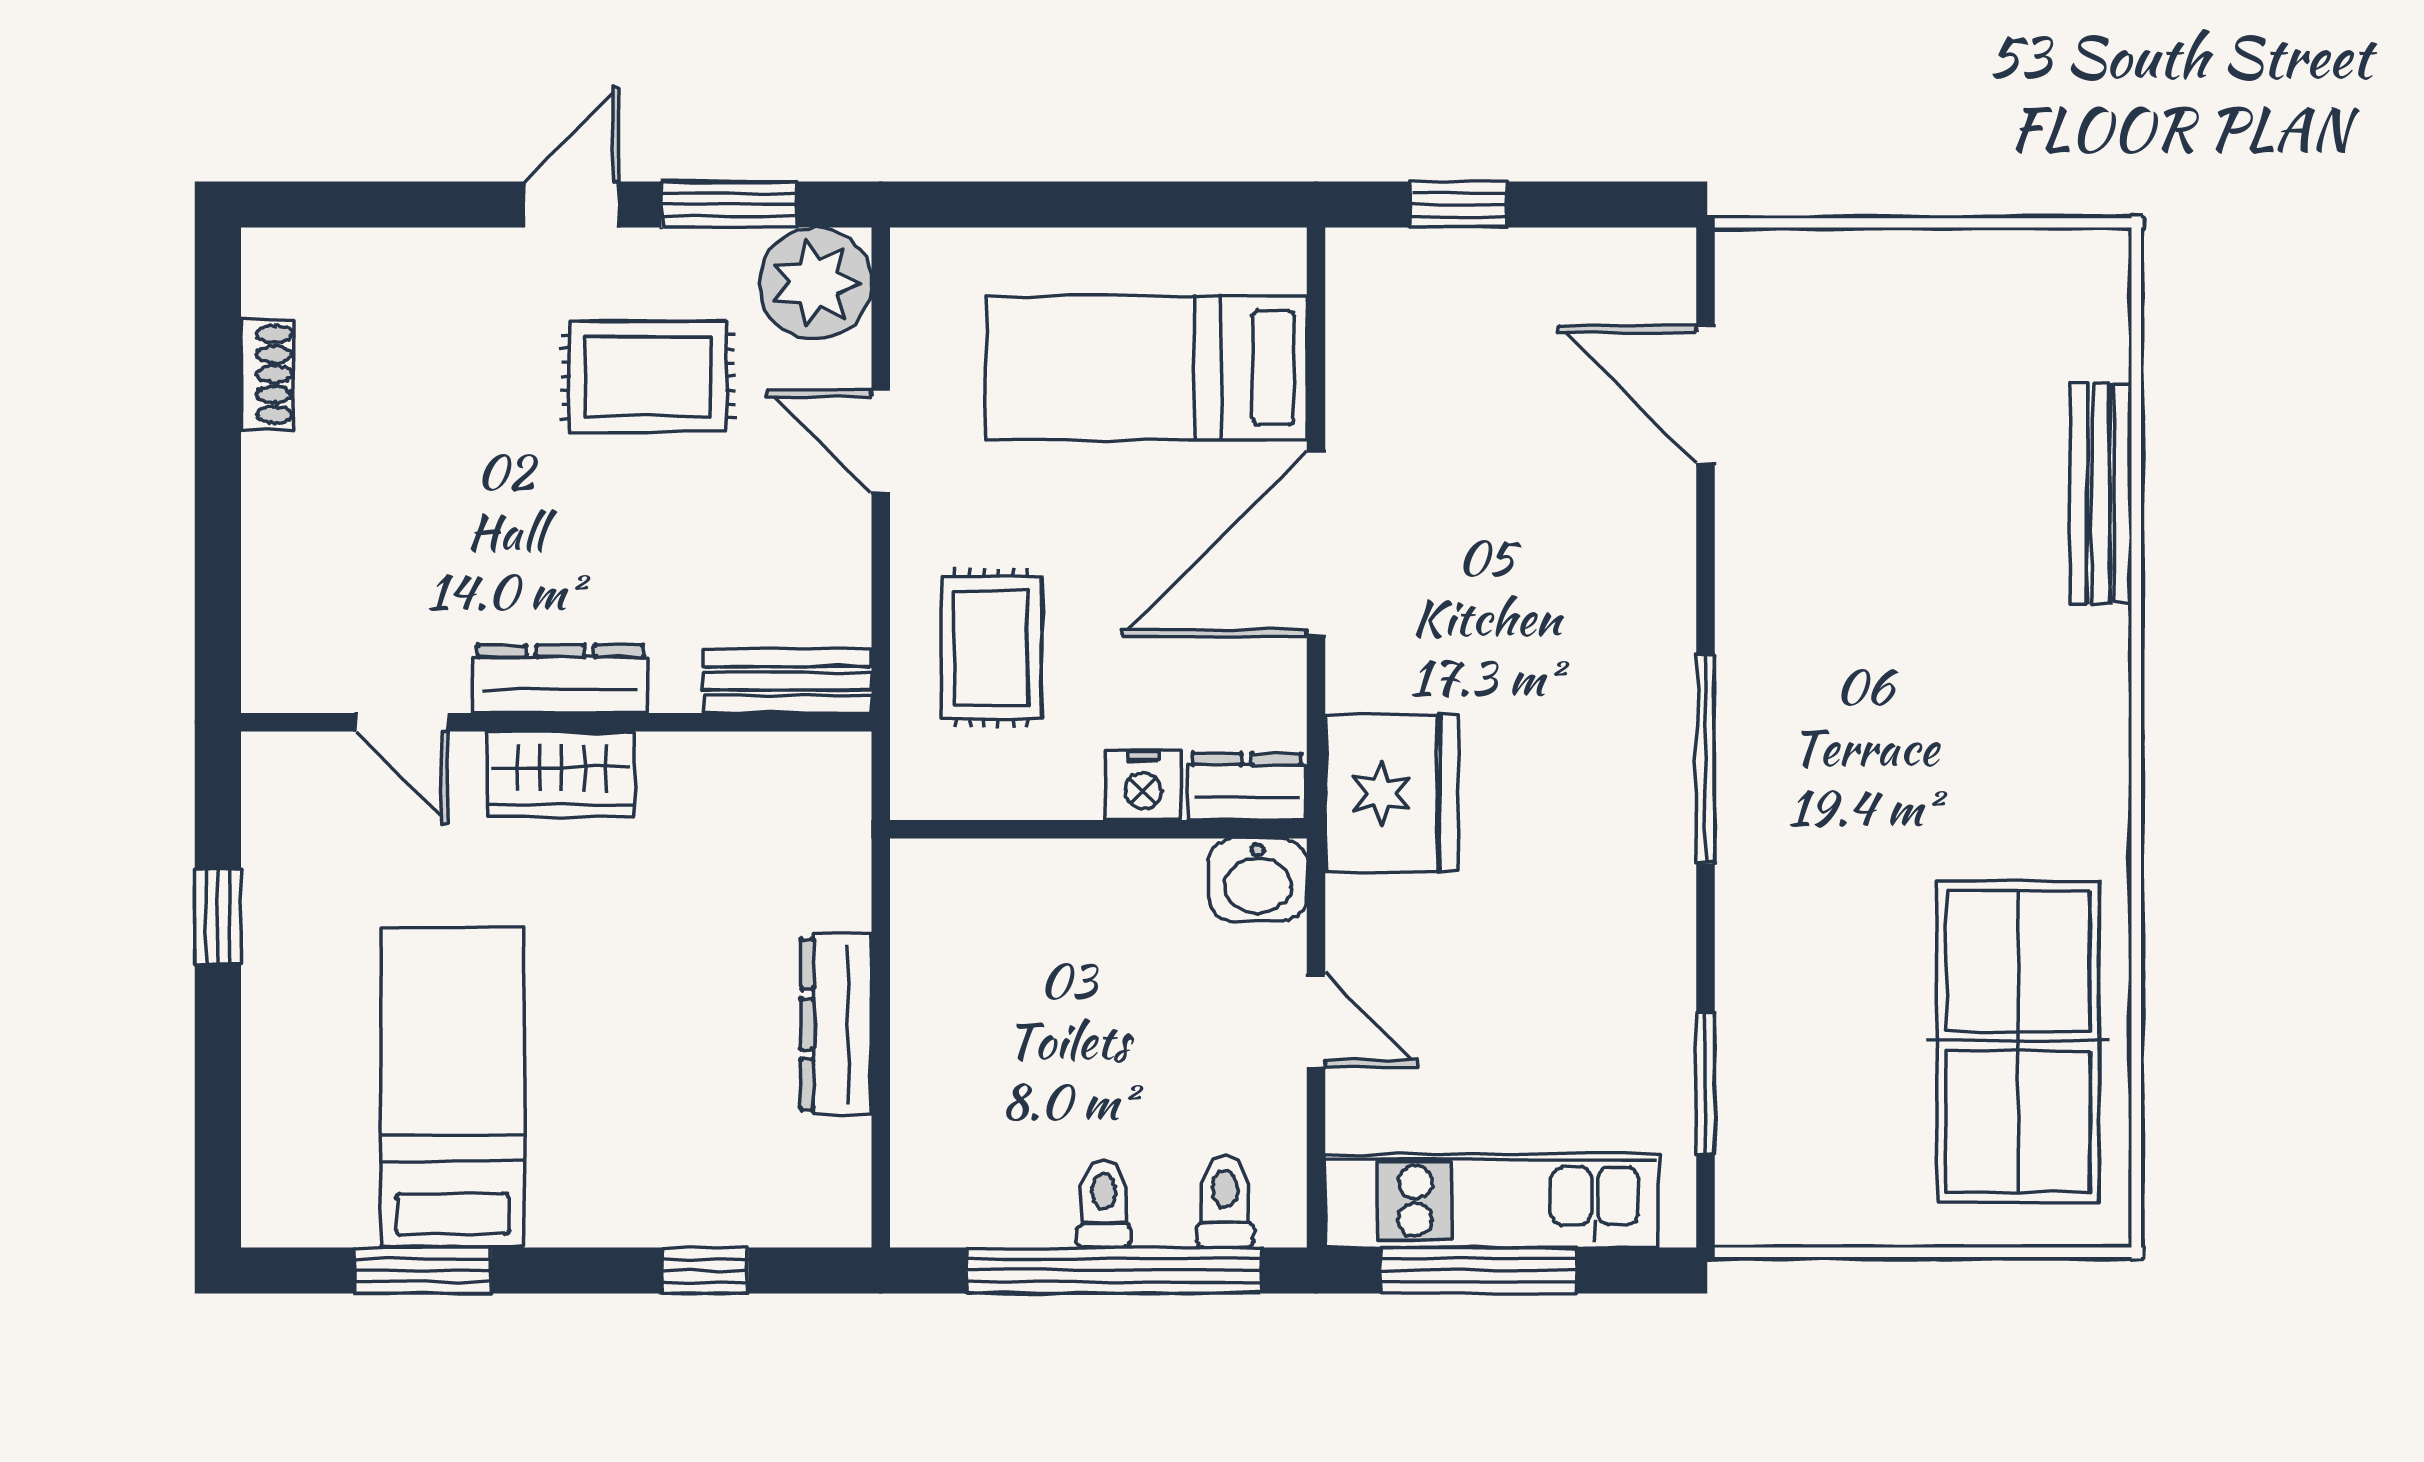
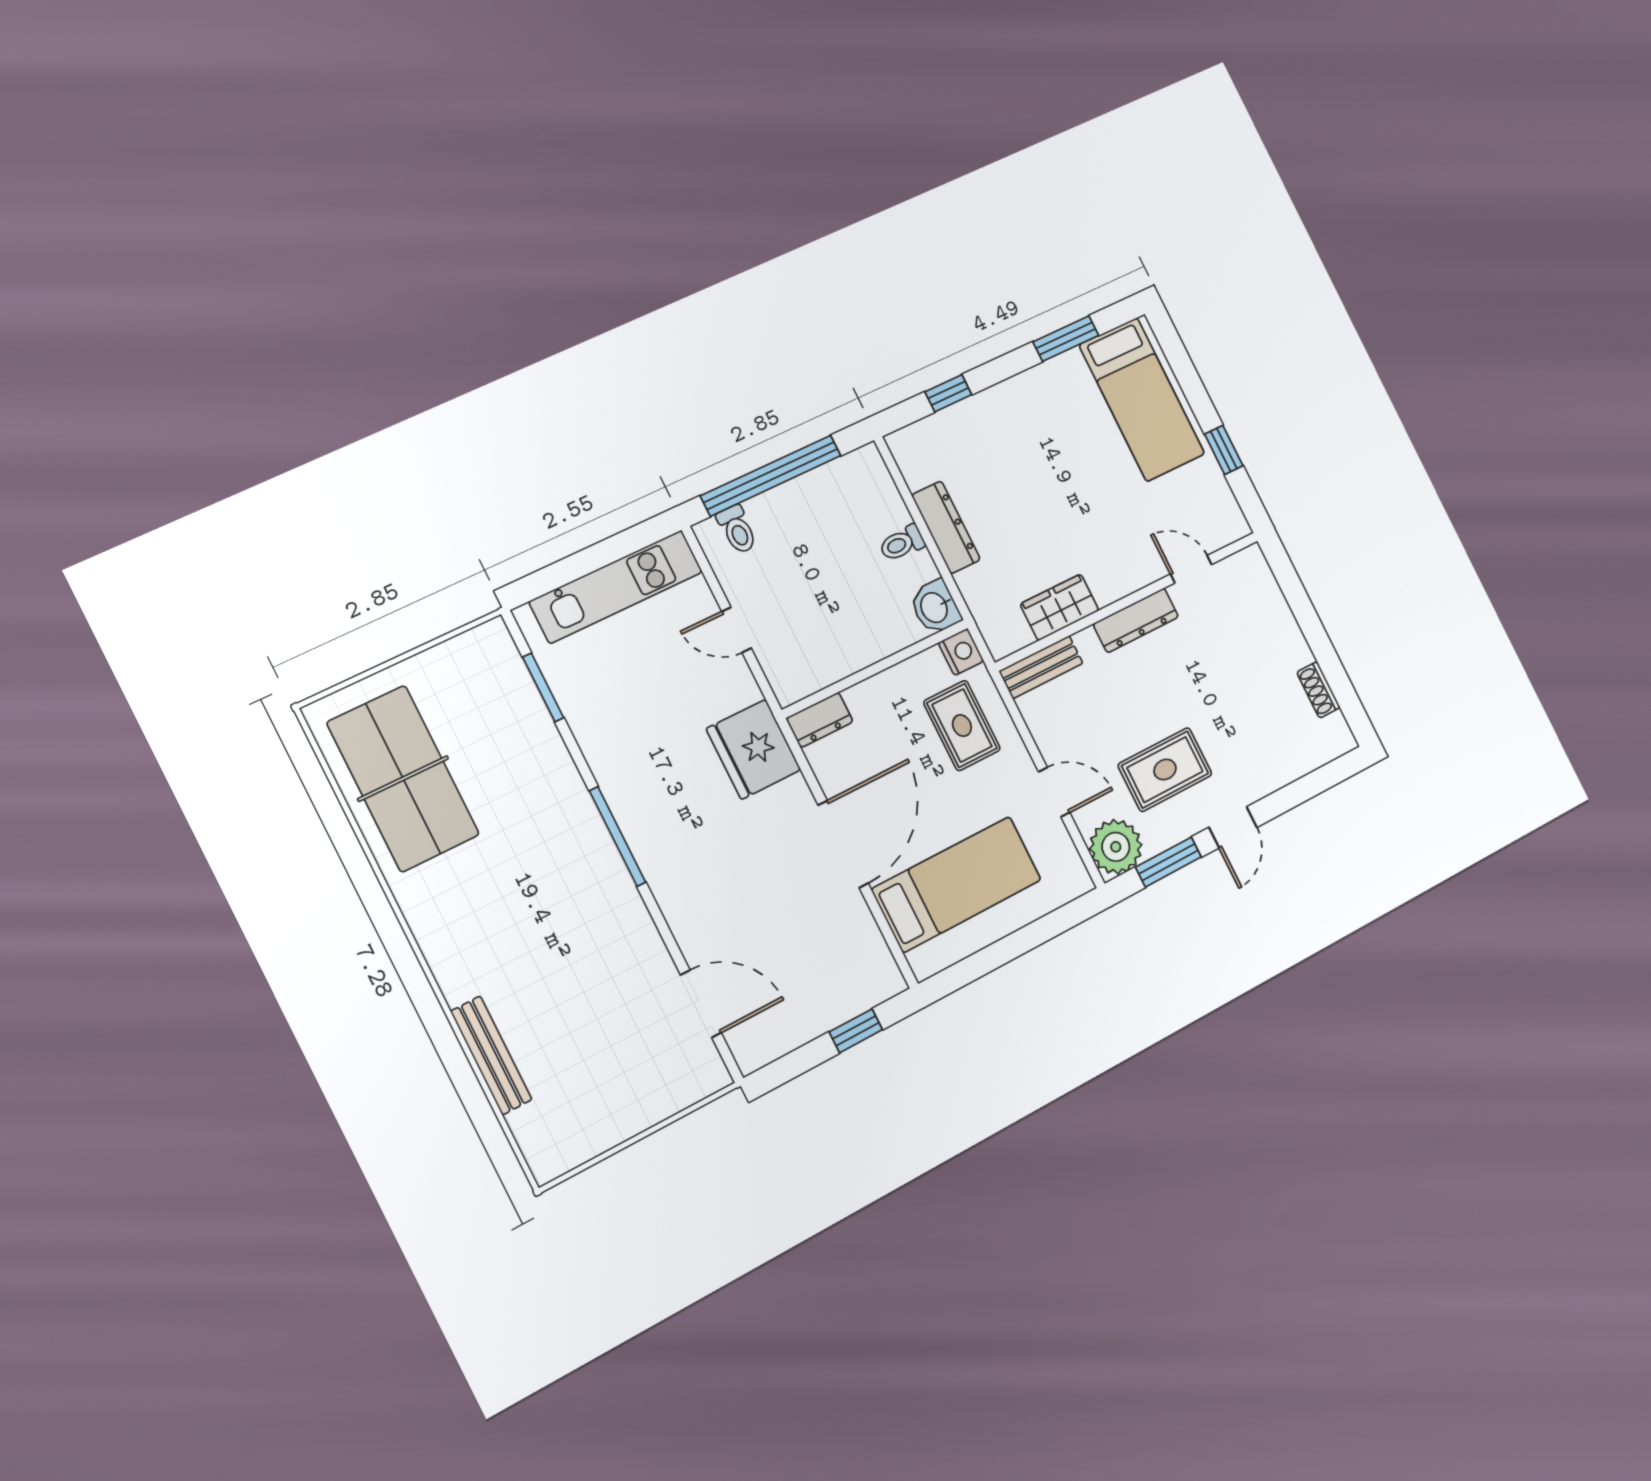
wardrobe: (561, 774) -> (1060, 607), moved
nightstand: (1143, 785) -> (961, 652), moved, turned 90
washbasin: (1258, 880) -> (935, 607), moved, turned -90
bed: (453, 1087) -> (1142, 399), moved
toilet: (1104, 1204) -> (902, 543), moved, turned 90
window: (1479, 1271) -> (606, 552), removed

